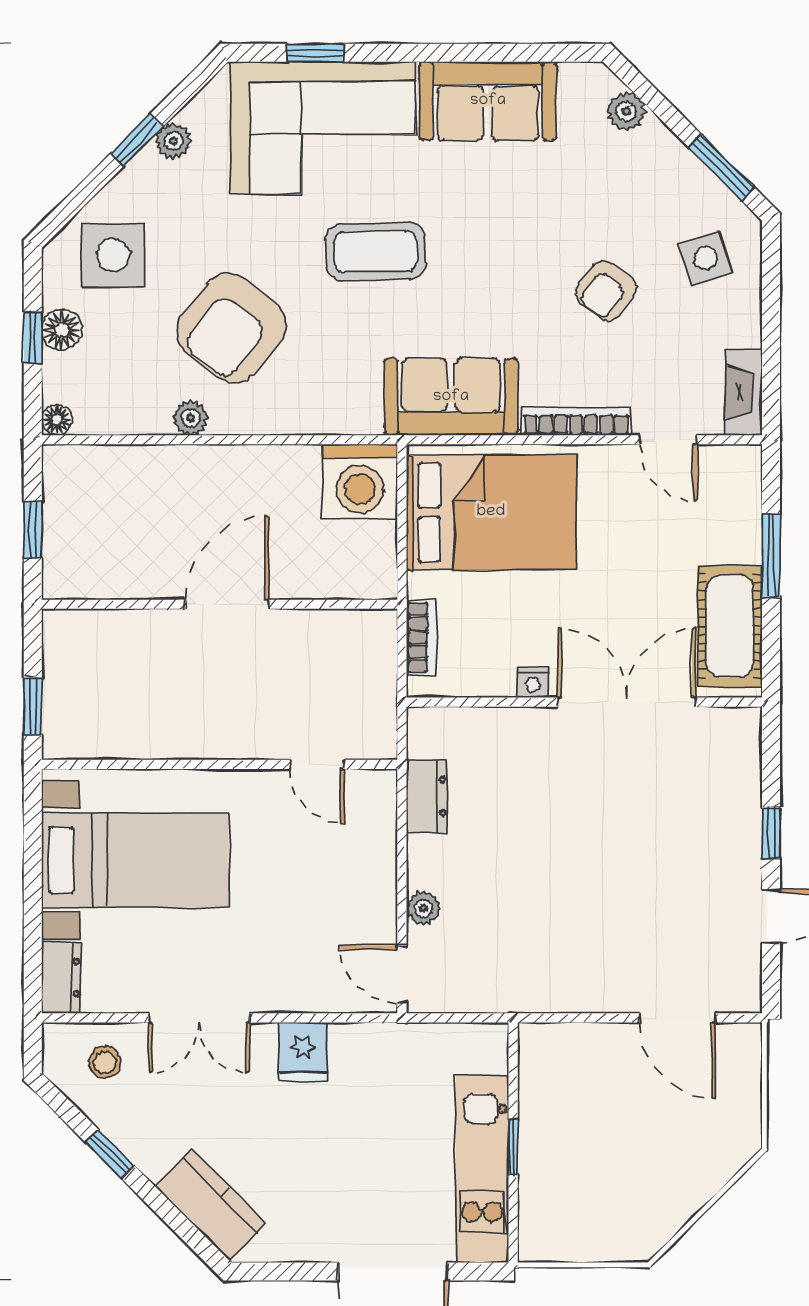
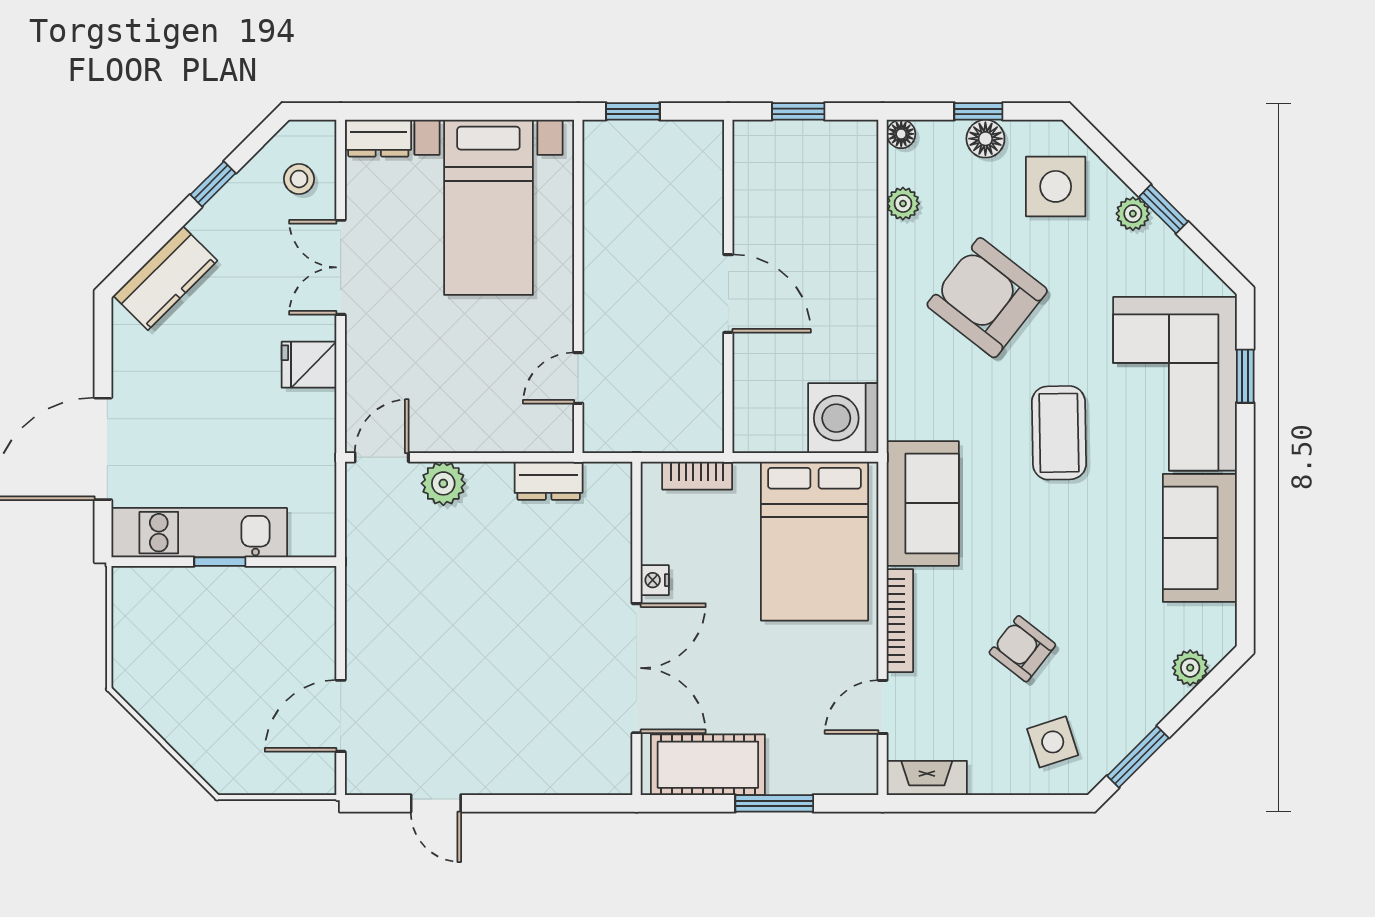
plant: (173, 141) -> (1133, 214), moved
plant: (191, 418) -> (903, 204), moved
window: (771, 833) -> (514, 803), removed
plant: (423, 908) -> (443, 483), width x1.38, depth x1.38

